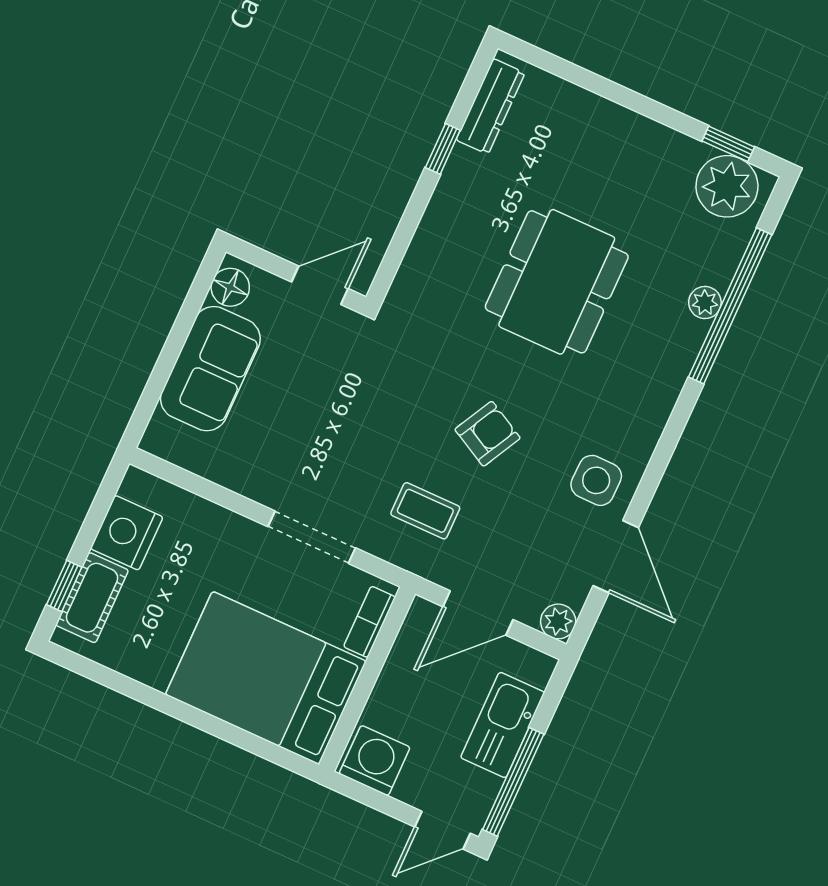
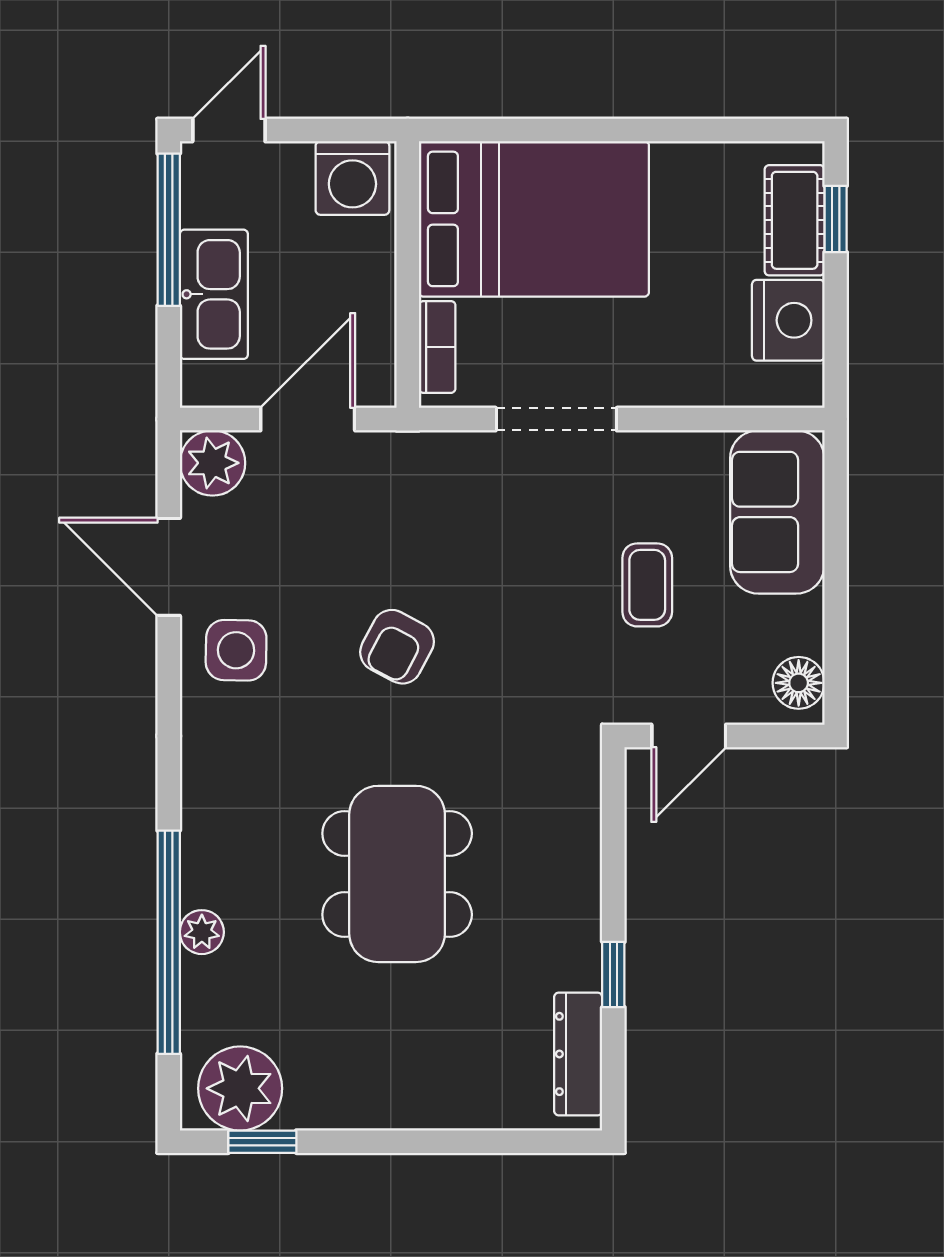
sofa: (210, 369) -> (777, 512), moved
coffee table: (425, 511) -> (647, 585), moved, turned 90
plant: (558, 621) -> (212, 463), width x1.38, depth x1.38

